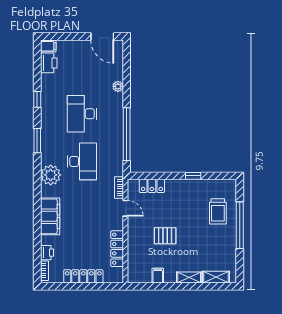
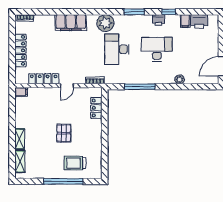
filing cabinet: (48, 46) -> (185, 21), moved
window: (127, 134) -> (140, 87), width x0.68
desk: (82, 161) -> (117, 49), turned 90
window: (193, 176) -> (105, 142), removed
door: (125, 208) -> (67, 86), moved
pallet: (165, 236) -> (64, 133), moved
printer: (47, 253) -> (158, 20), moved
filing cabinet: (158, 276) -> (21, 92), moved

